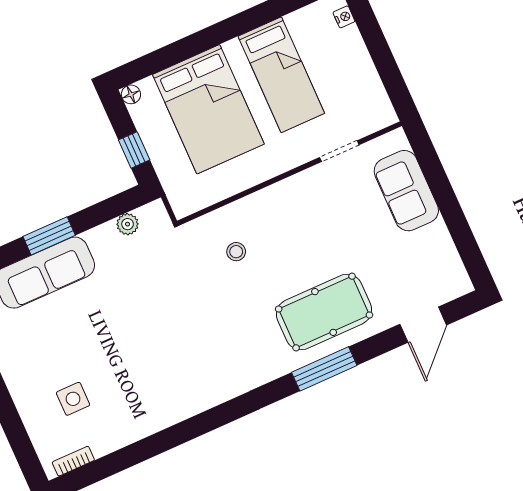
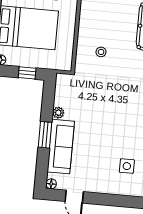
plant: (128, 224) -> (58, 113), moved

